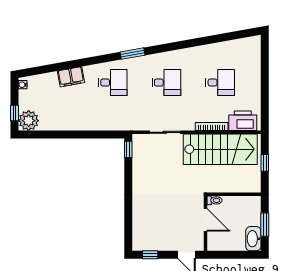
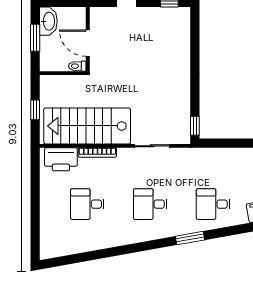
toilet: (214, 200) -> (77, 66), moved
door: (206, 220) -> (88, 43), moved
wall: (206, 223) -> (88, 39), moved

